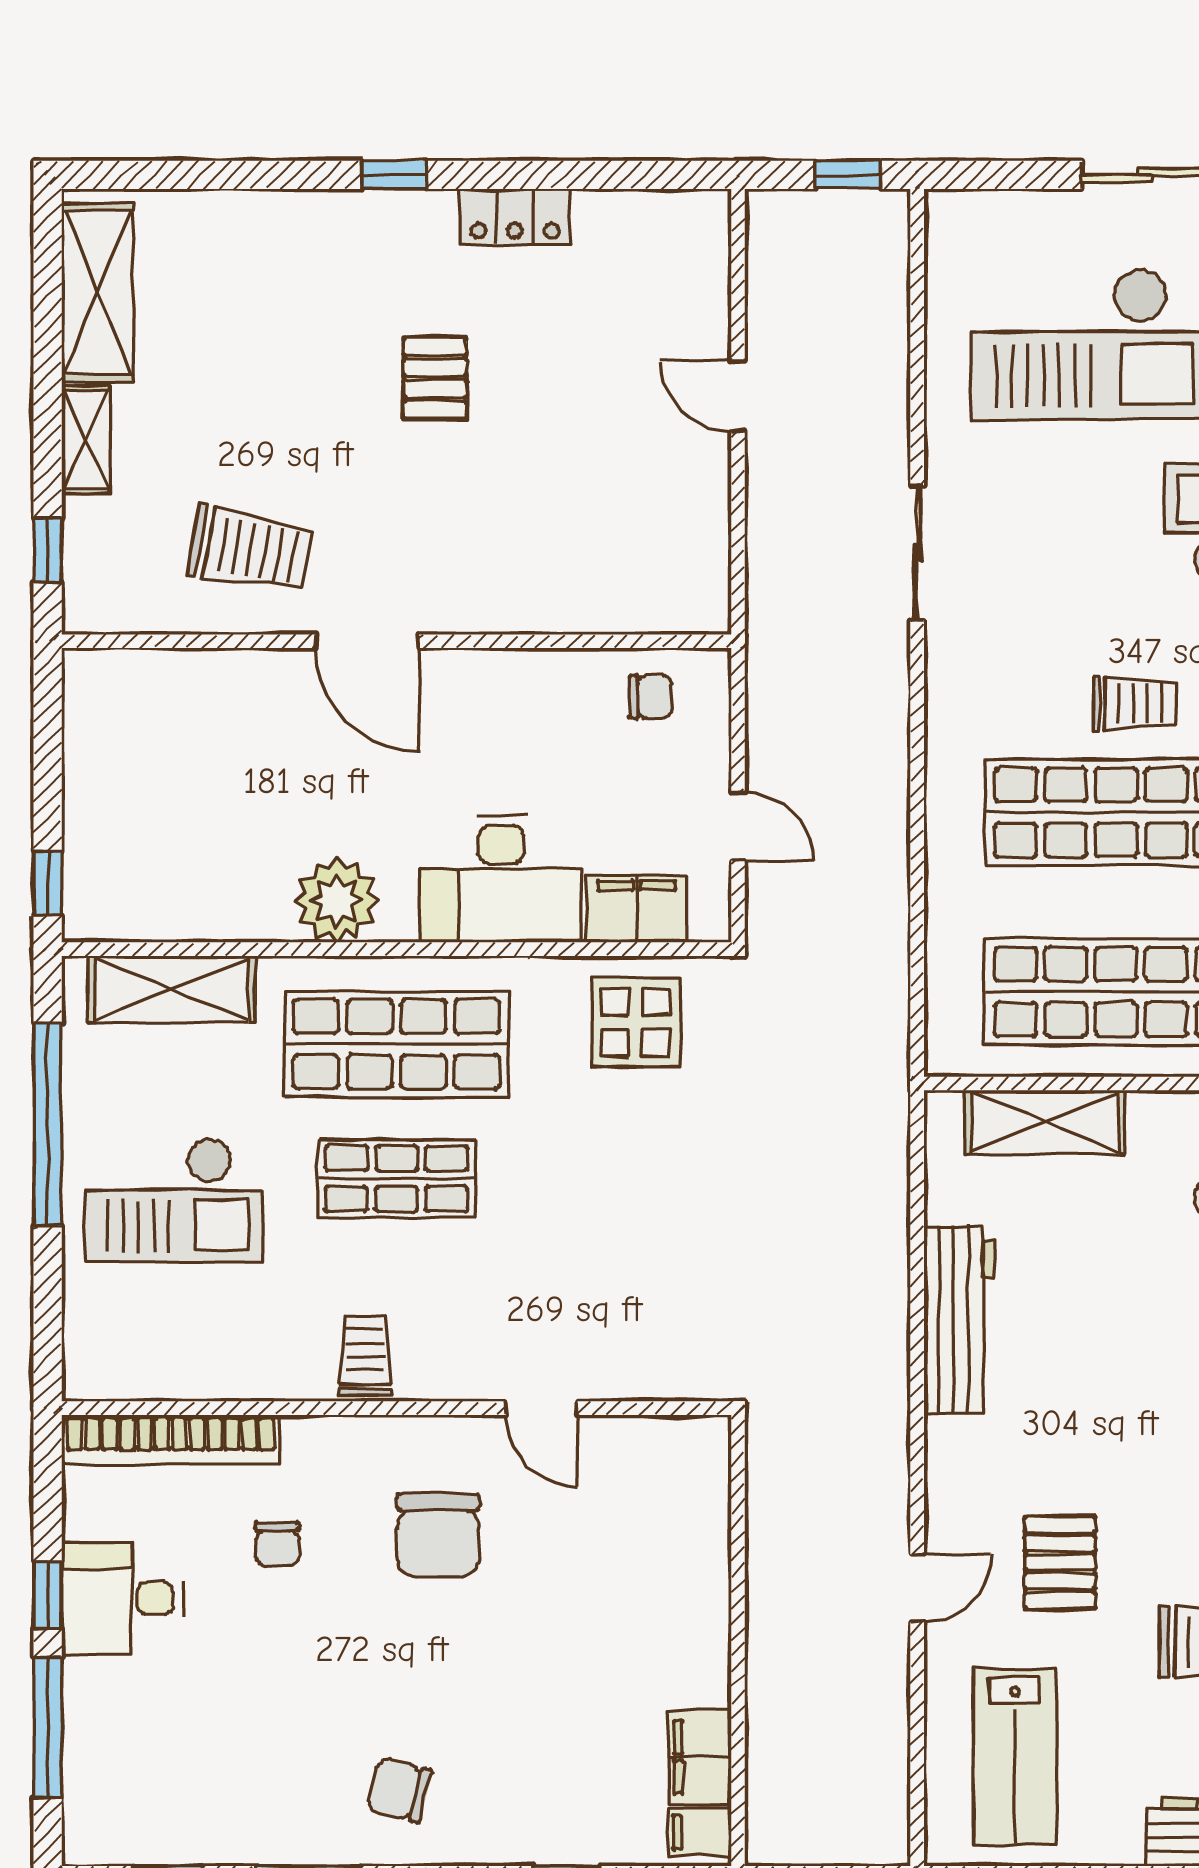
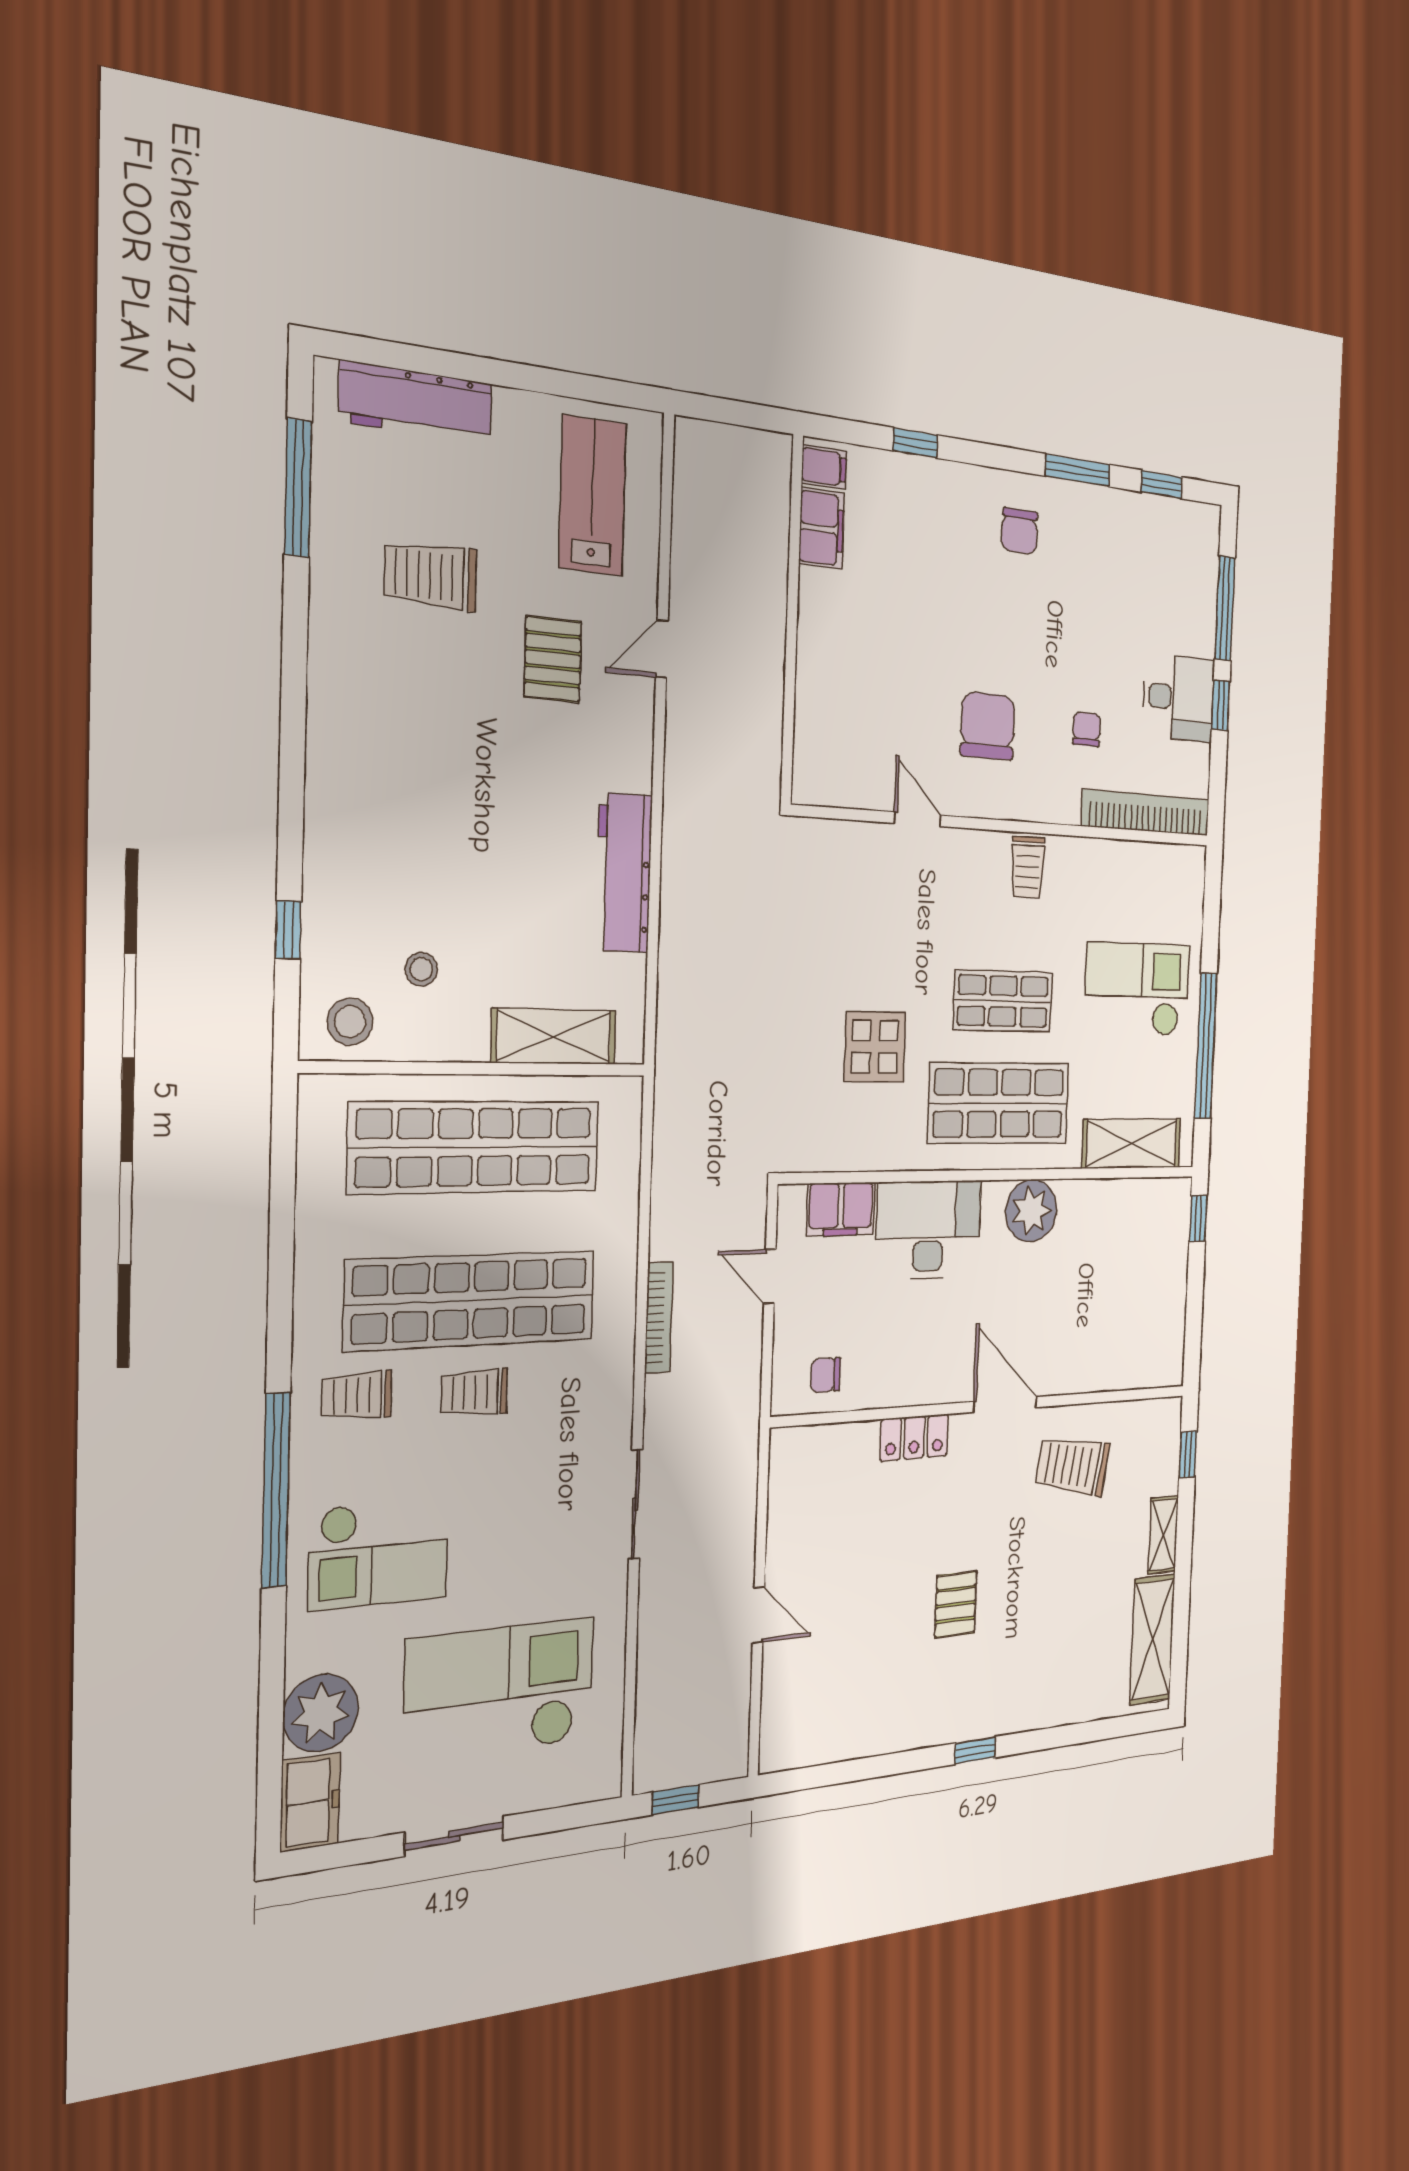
locker: (515, 217) -> (914, 1437), moved, turned 180
bookcase: (893, 781) -> (659, 1317), added
display table: (636, 1022) -> (875, 1047), moved
chair: (399, 1790) -> (1019, 531), turned 76

